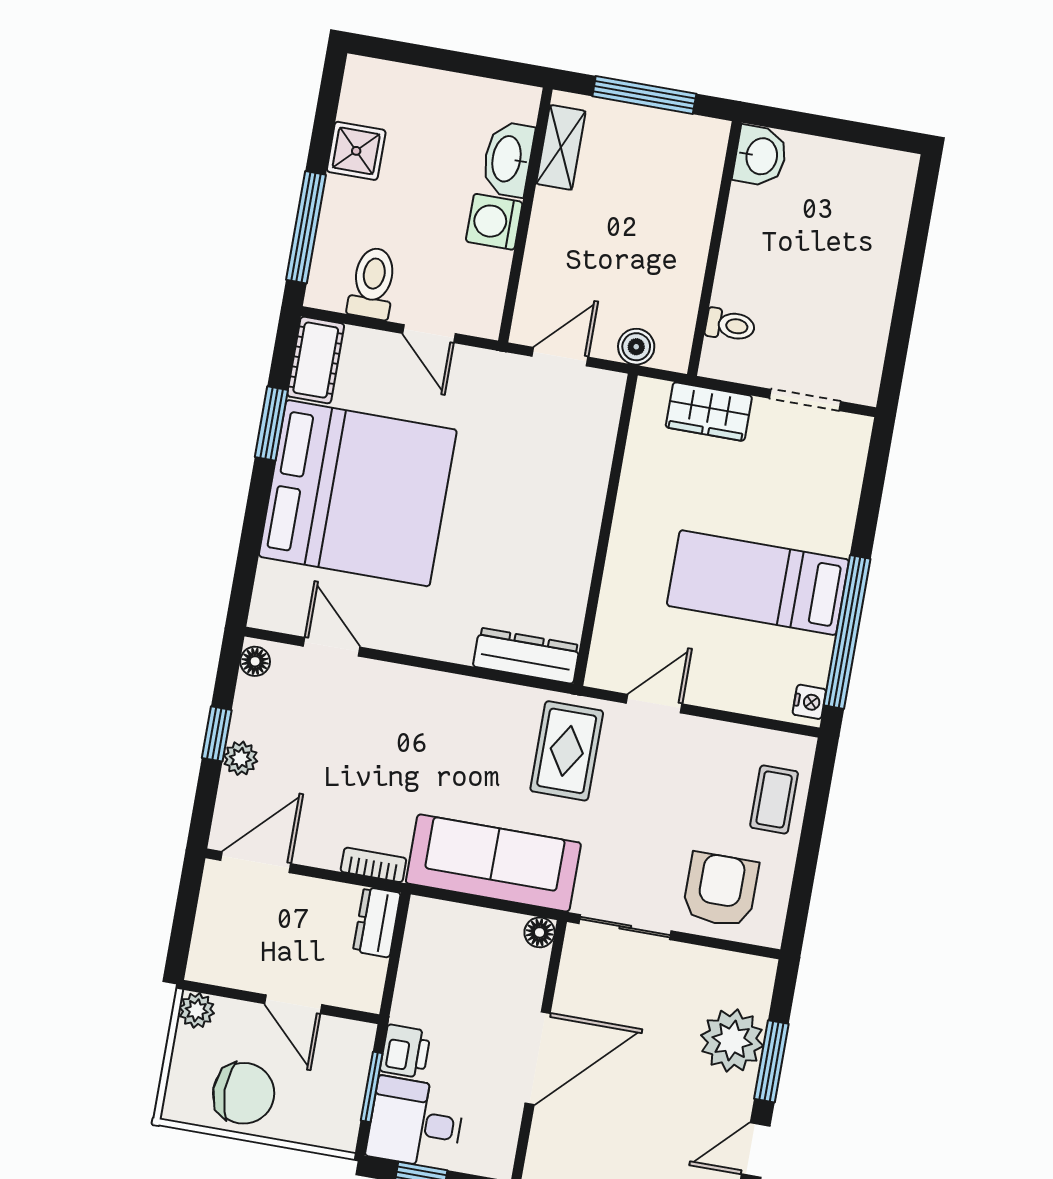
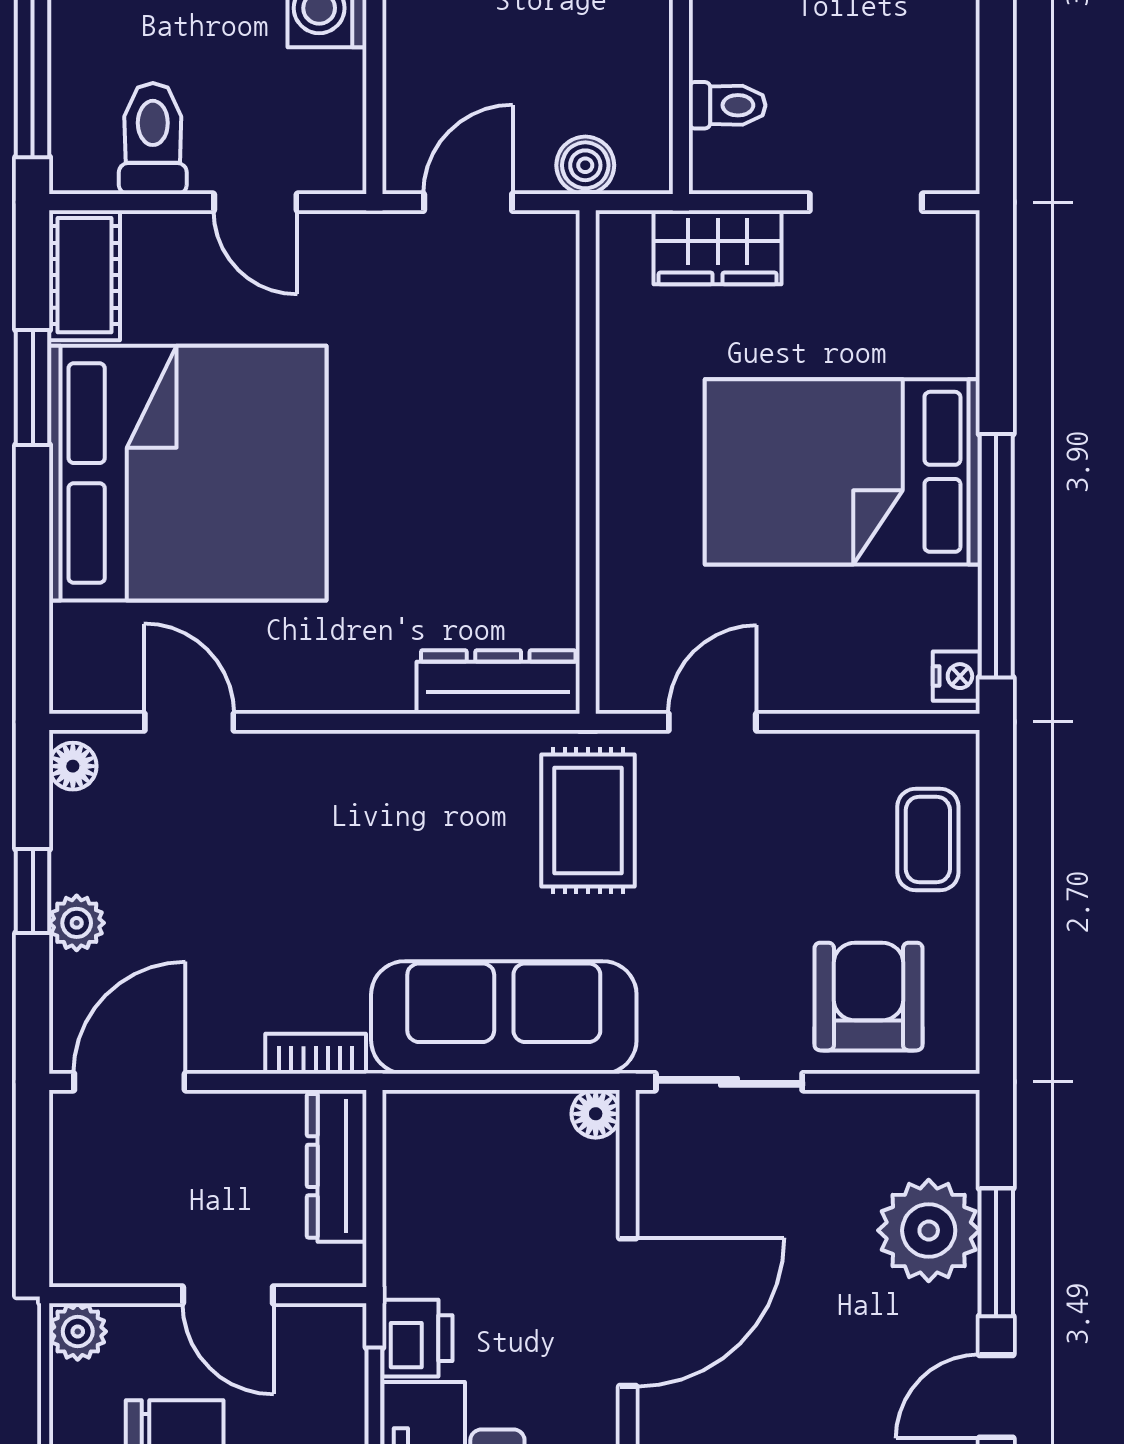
bed: (758, 583) -> (842, 472), width x1.50
dresser: (377, 922) -> (337, 1166), width x1.44

